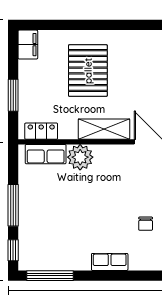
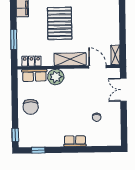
window: (13, 205) -> (15, 107), removed
chair: (39, 205) -> (31, 107), added
window: (50, 276) -> (38, 150), width x0.46

